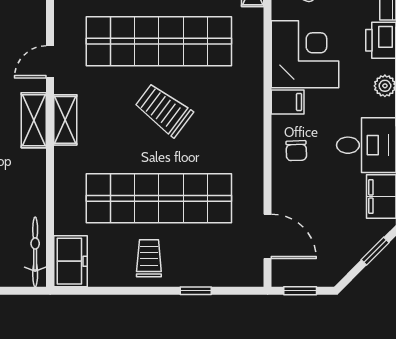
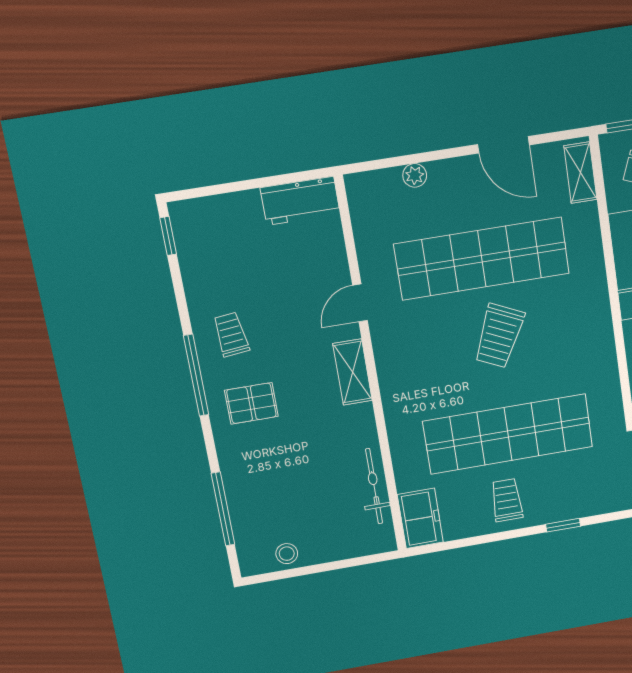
trolley: (164, 110) -> (499, 336), turned -102
shelving: (65, 120) -> (389, 366), removed
bicycle: (35, 252) -> (374, 486), moved

